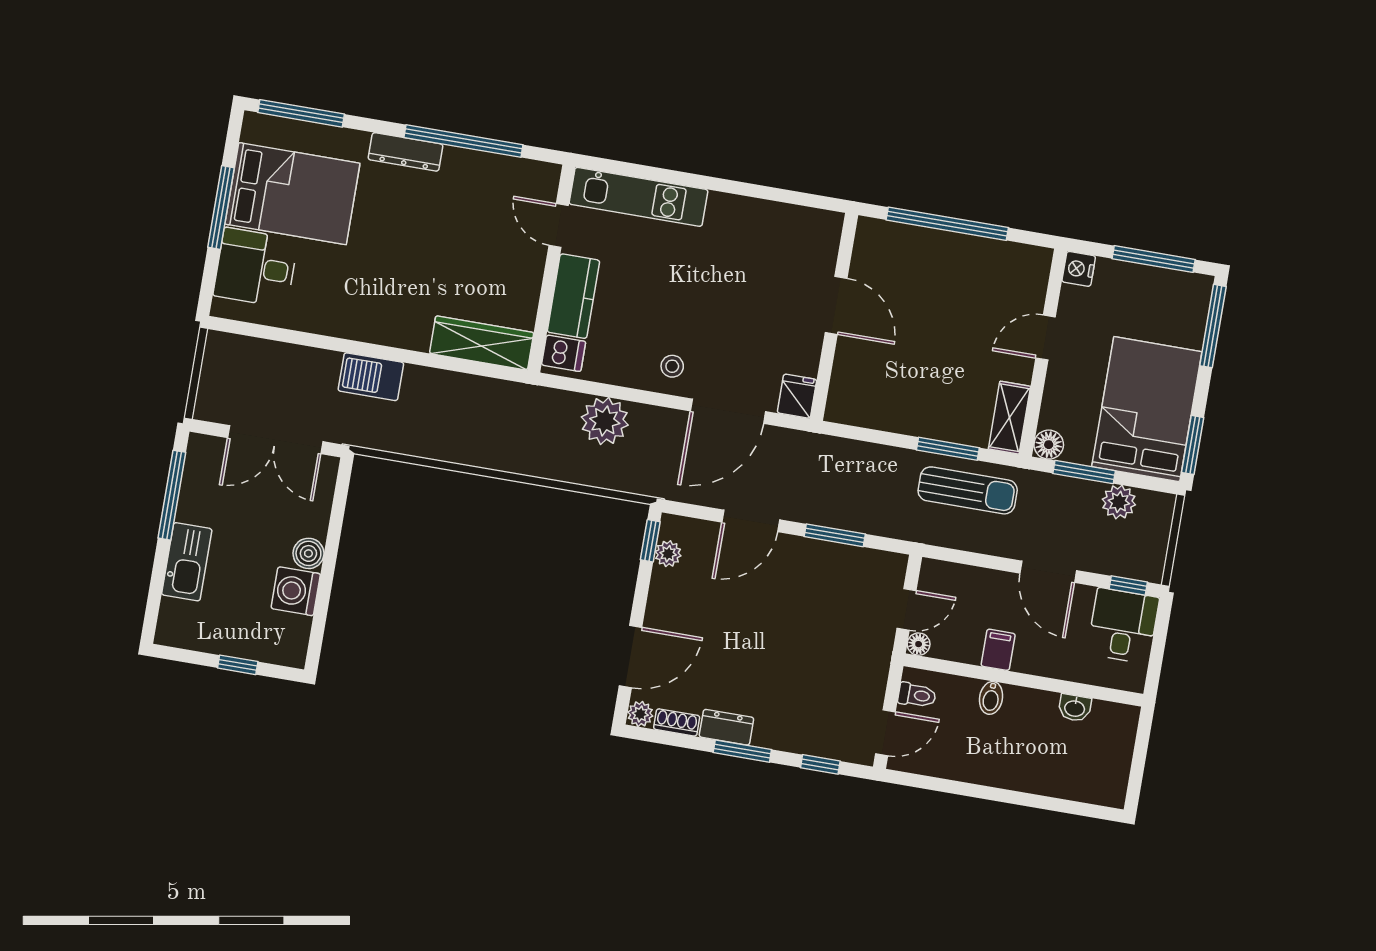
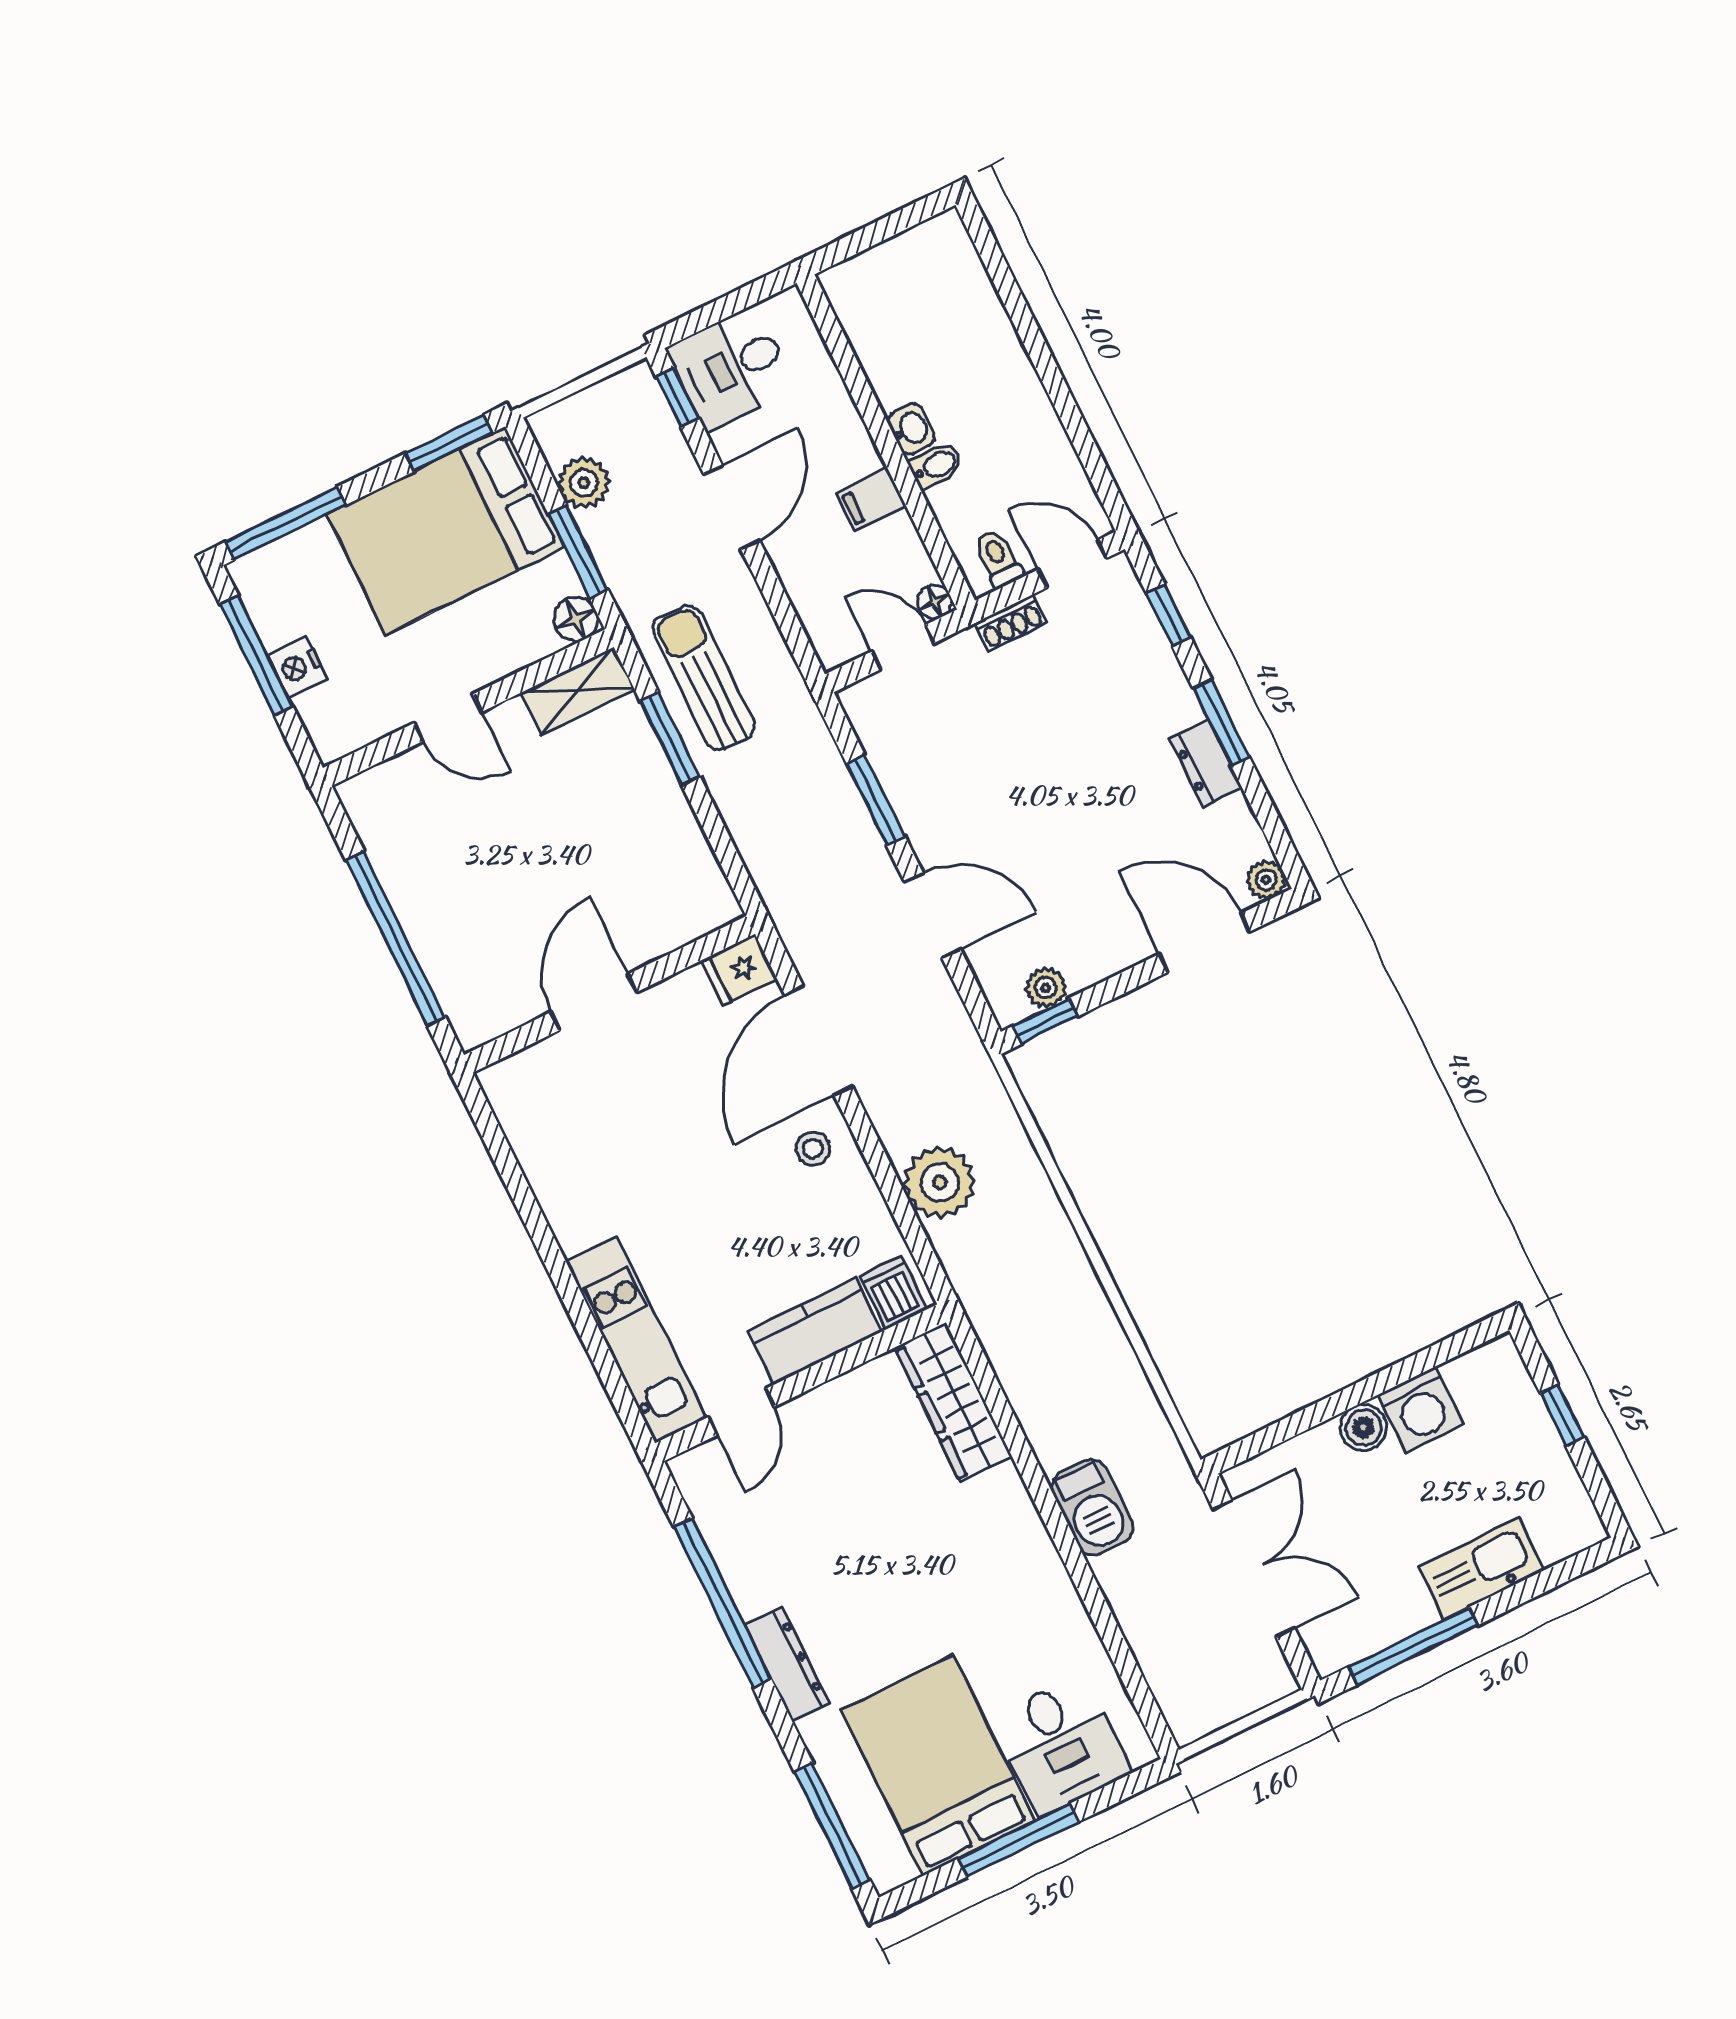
nightstand: (1079, 269) -> (297, 667), moved, turned 90
door: (728, 411) -> (819, 1041), swing flipped
washbasin: (1075, 708) -> (911, 429), moved
shoe rack: (677, 722) -> (1011, 623), moved, turned -90

